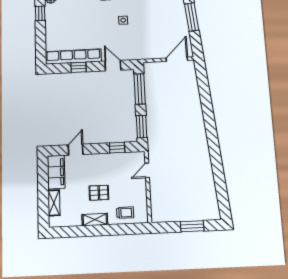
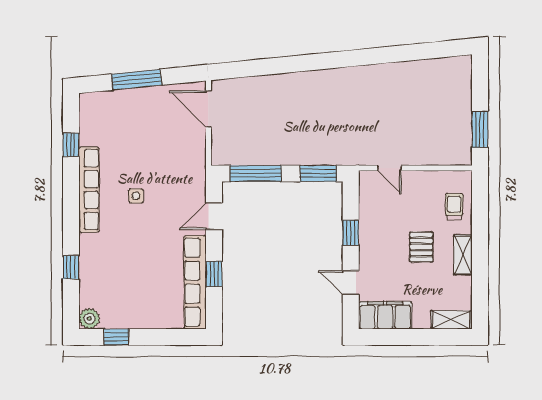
window: (117, 148) -> (351, 233), moved
shelving: (54, 203) -> (452, 320), moved
window: (192, 226) -> (480, 129), moved

